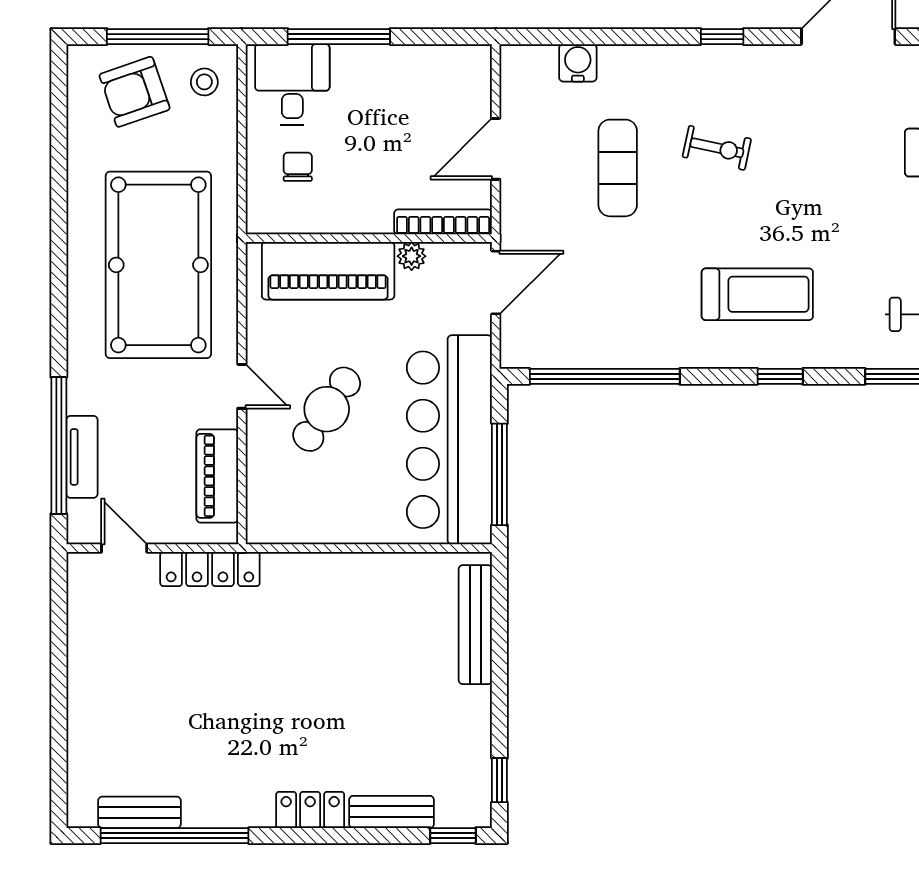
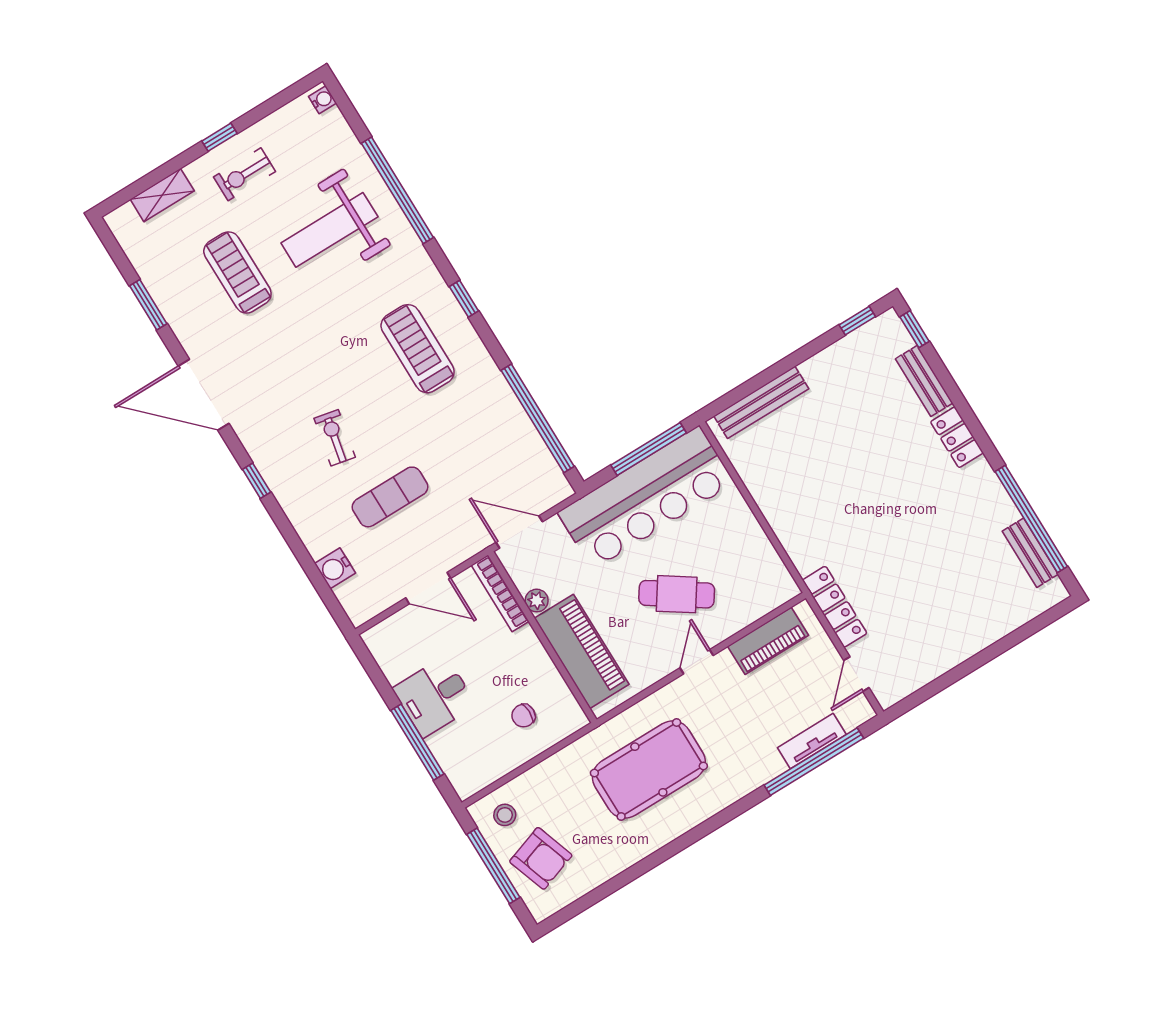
desk: (292, 84) -> (434, 697), moved
pool table: (158, 265) -> (649, 769), width x0.73, depth x0.76

